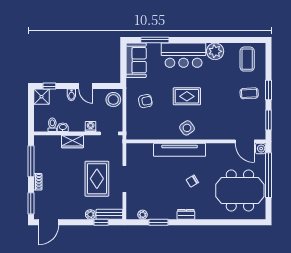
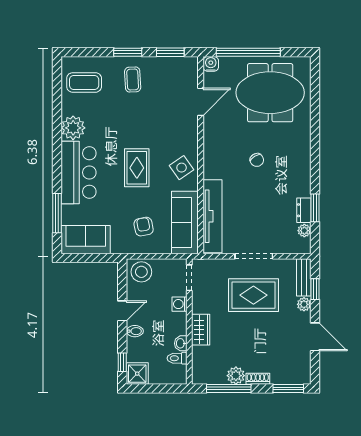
sofa: (148, 130) -> (185, 223), added
door: (245, 141) -> (201, 102), moved
tv unit: (180, 150) -> (213, 216), moved
plant: (40, 166) -> (236, 376), added
meeting table: (240, 190) -> (270, 93), turned 90
dresser: (186, 214) -> (304, 210), moved
door: (49, 222) -> (315, 337), moved

